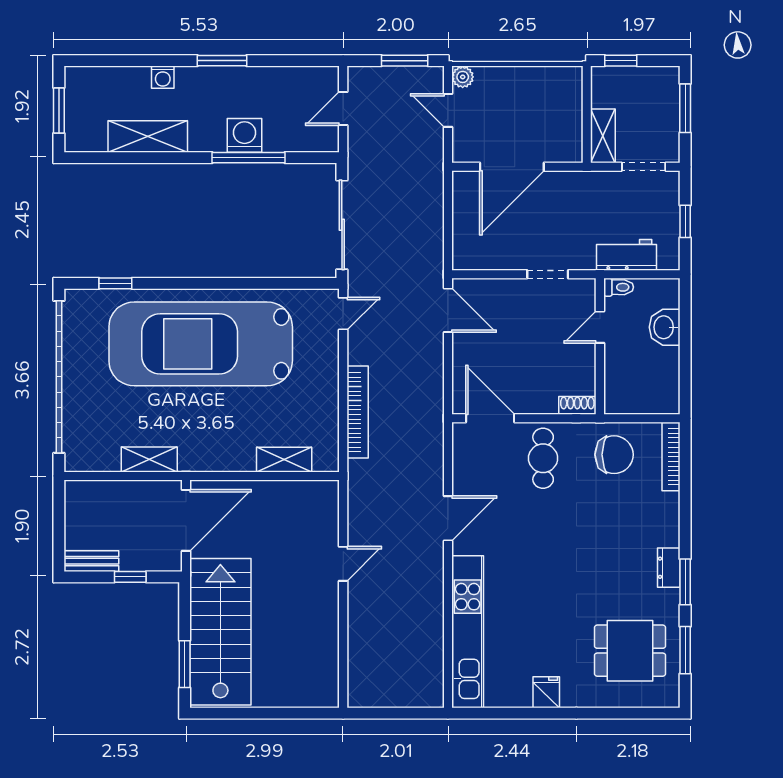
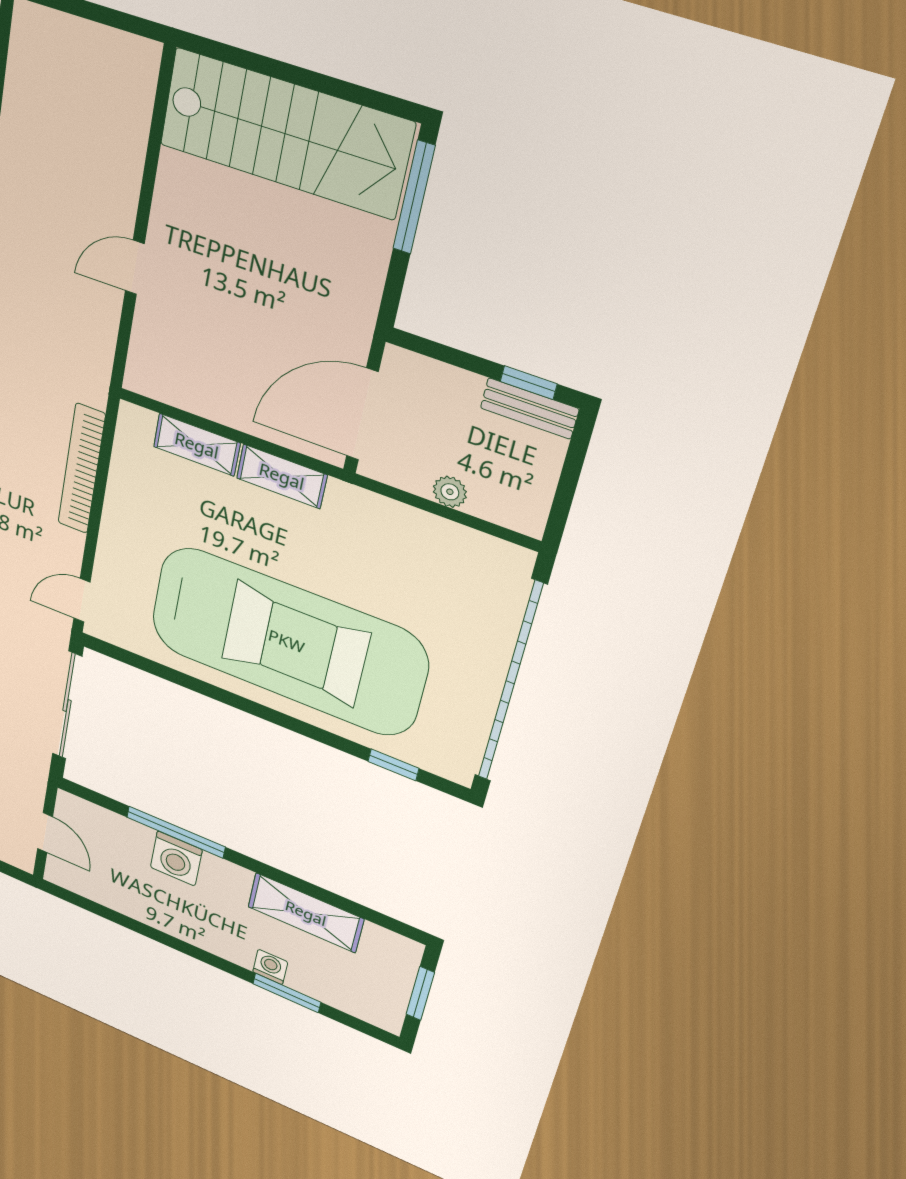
window: (222, 61) -> (287, 993), moved
door: (343, 108) -> (45, 833), hinge flipped
shelving: (149, 459) -> (282, 476), moved
plant: (124, 490) -> (450, 492), added
window: (130, 577) -> (529, 383), moved
stairs: (220, 632) -> (285, 133), moved, turned -90
window: (185, 664) -> (414, 197), width x1.44

